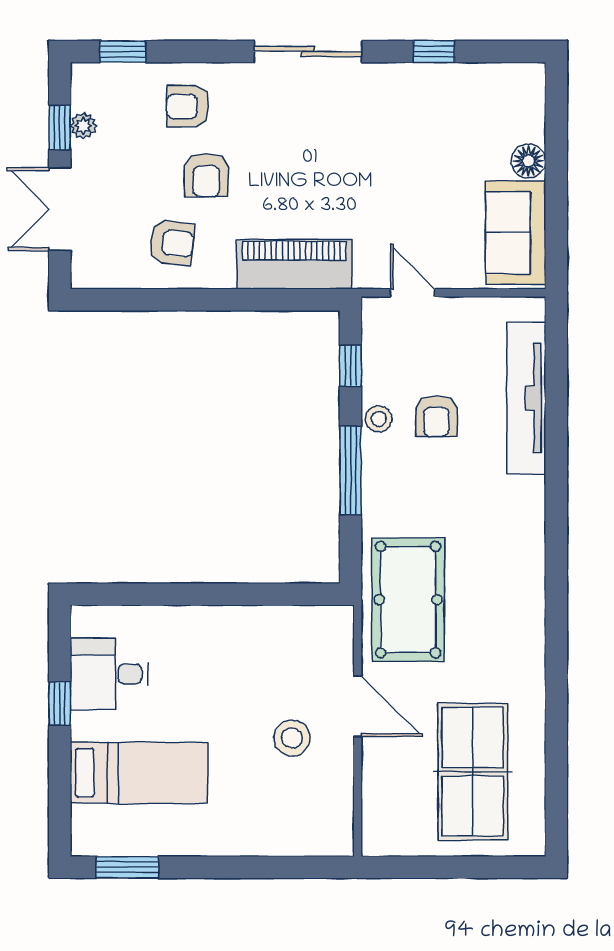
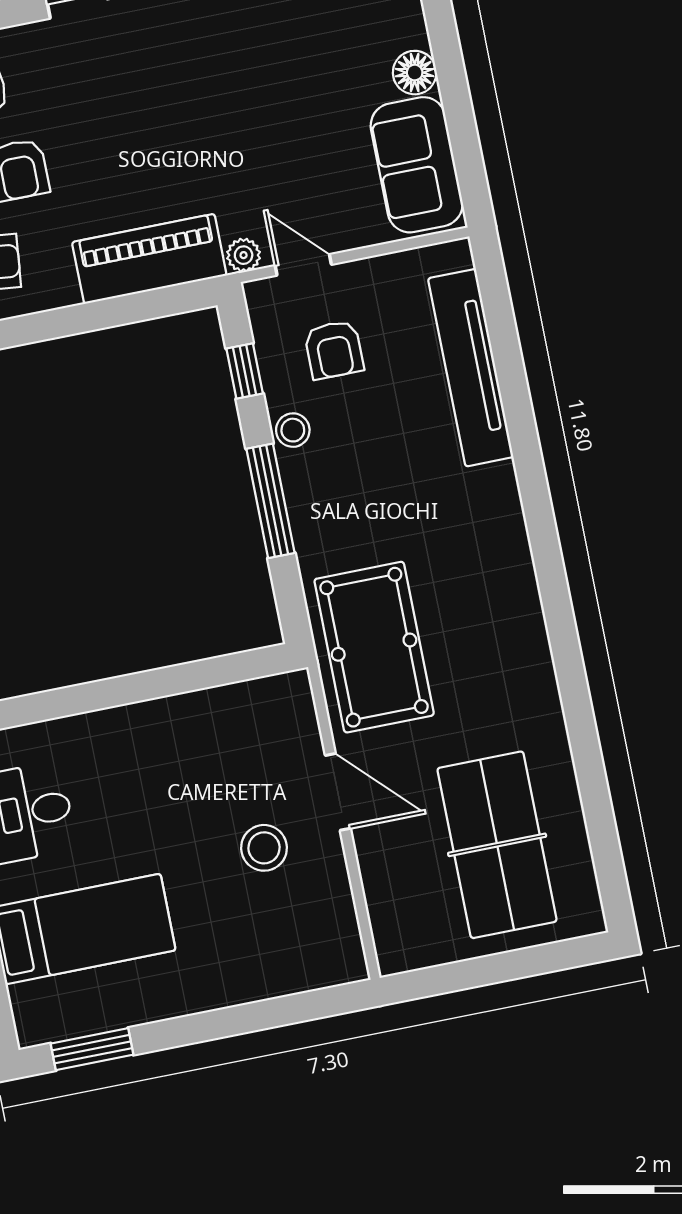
plant: (368, 276) -> (244, 255), added
armchair: (436, 416) -> (334, 350), moved

